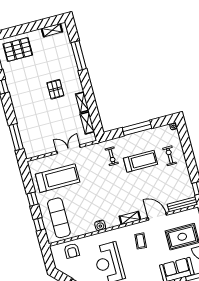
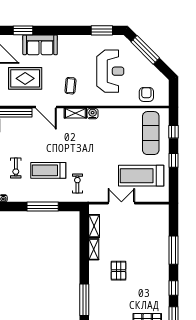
window: (16, 137) -> (174, 250), moved
double door: (68, 149) -> (121, 203), swing flipped
water cooler: (100, 225) -> (93, 114), moved

